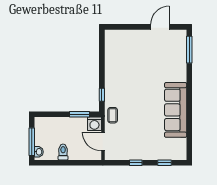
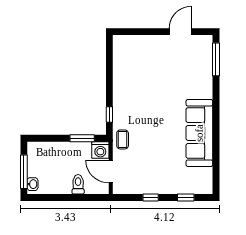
toilet: (63, 152) -> (78, 184), moved

